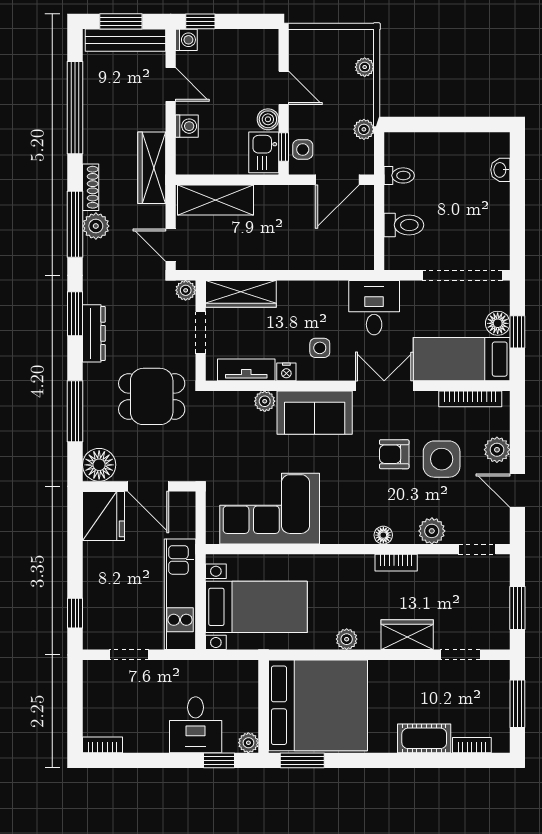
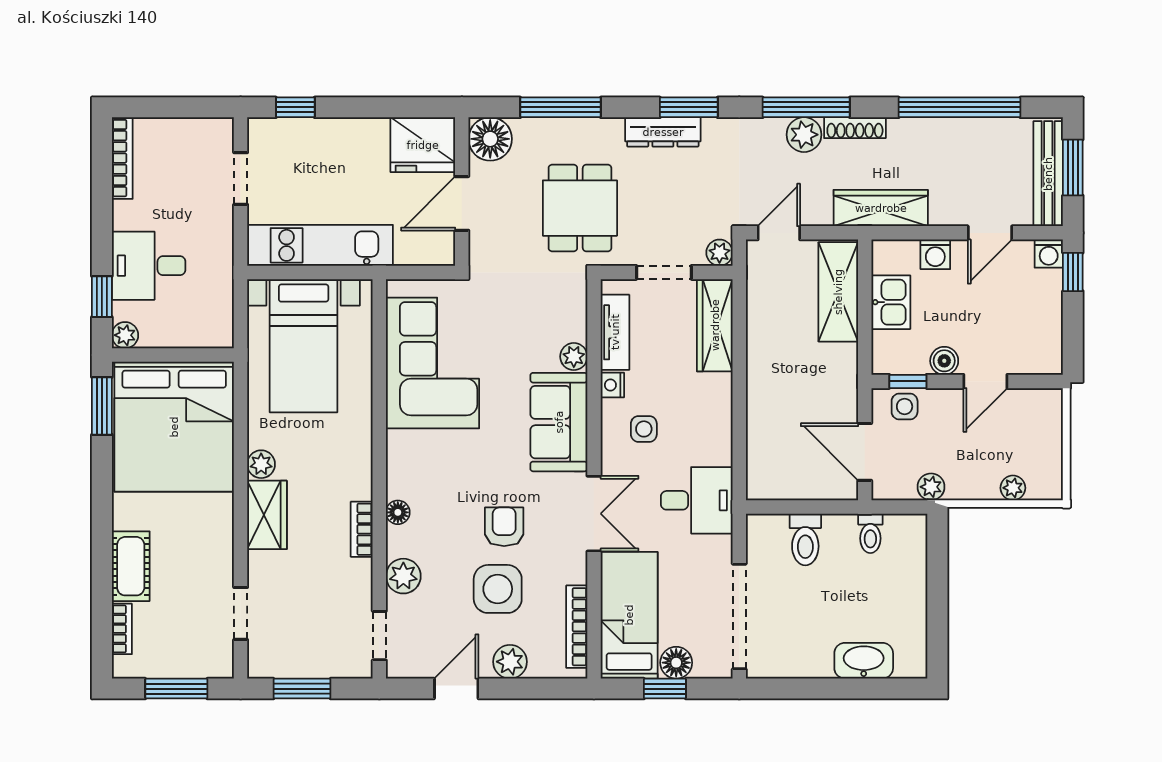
kitchen sink: (264, 152) -> (891, 302), moved, turned 90
washbasin: (500, 170) -> (864, 661), width x1.91, depth x1.45
wardrobe: (407, 635) -> (267, 515), moved
bookcase: (102, 745) -> (122, 158), width x1.56

